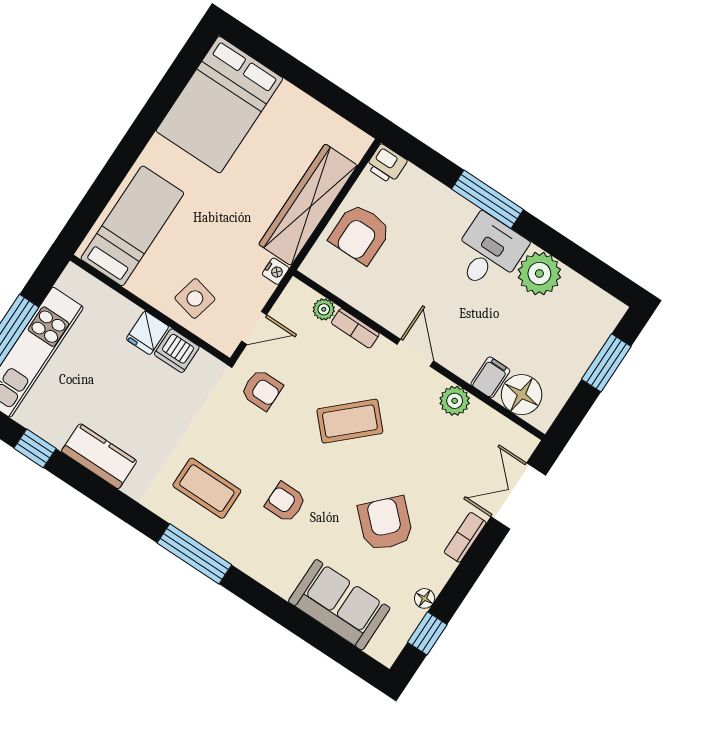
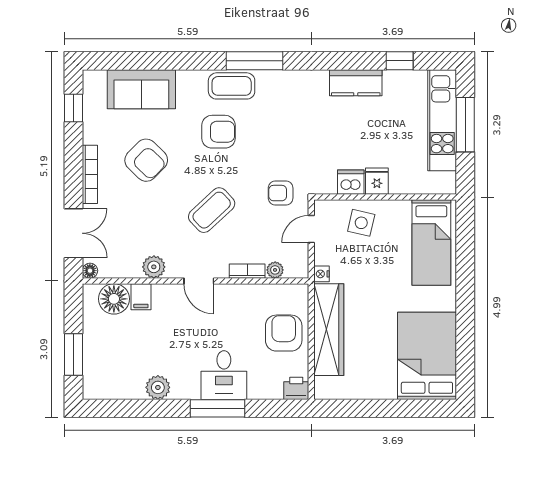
desk: (489, 253) -> (224, 375), moved
plant: (539, 274) -> (158, 387), width x0.73, depth x0.73
coffee table: (207, 488) -> (232, 86), moved
armchair: (285, 502) -> (218, 132), width x1.38, depth x1.38
bookcase: (465, 537) -> (90, 174), width x1.56
floor lamp: (425, 598) -> (90, 271), moved

